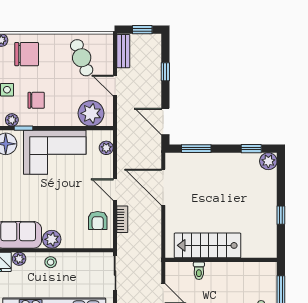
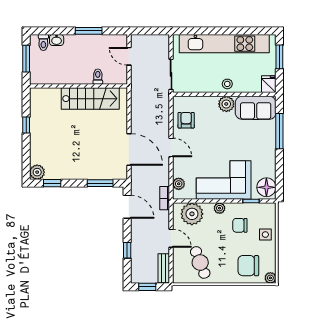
plant: (12, 120) -> (220, 208), moved
bookcase: (122, 219) -> (165, 198), moved
plant: (19, 259) -> (255, 87), removed

